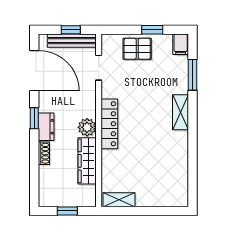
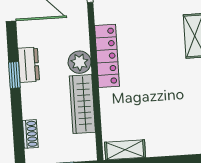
window: (34, 118) -> (14, 75), moved
shoe rack: (44, 153) -> (30, 134), moved

